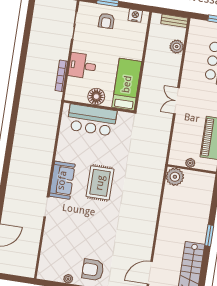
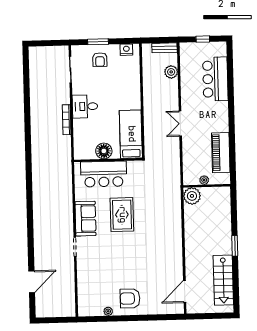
bed: (127, 84) -> (131, 134), moved
floor lamp: (96, 97) -> (104, 151), moved
wall: (99, 107) -> (108, 160), moved
bar counter: (92, 120) -> (104, 174), moved

